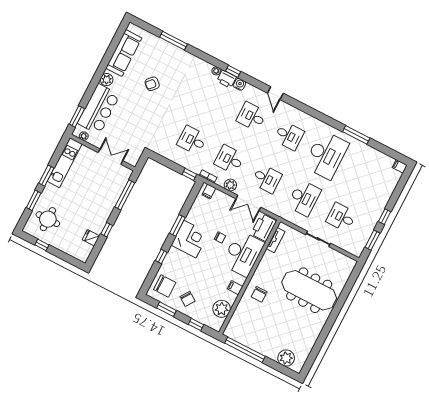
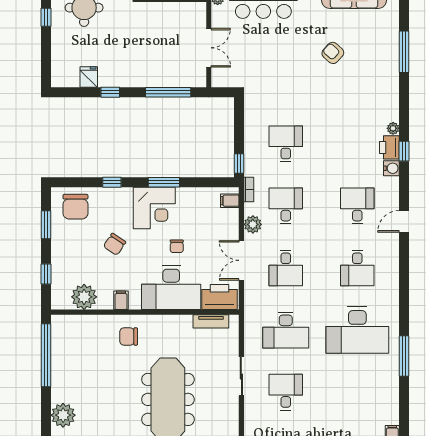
chair: (188, 299) -> (115, 244), moved

